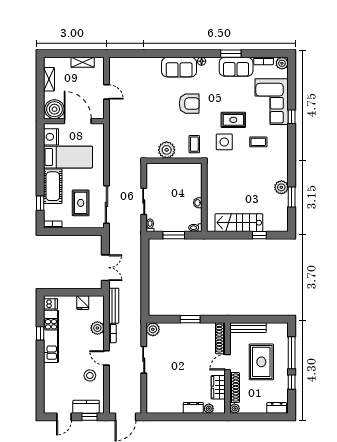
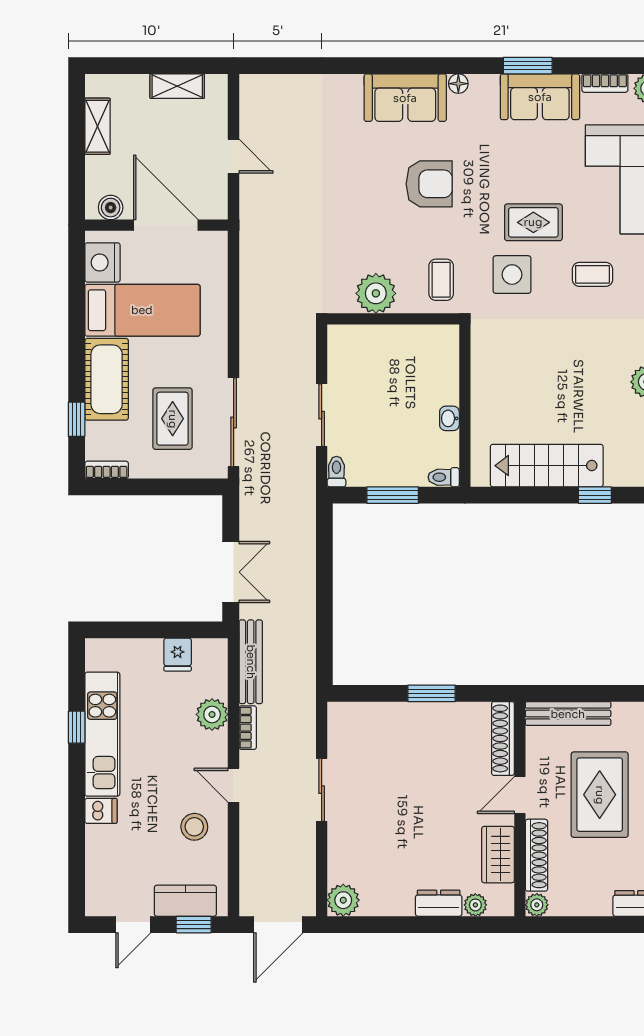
boiler: (54, 109) -> (111, 208), width x0.54, depth x0.54
dishwasher: (50, 304) -> (101, 811), moved
plant: (153, 329) -> (343, 900), moved

